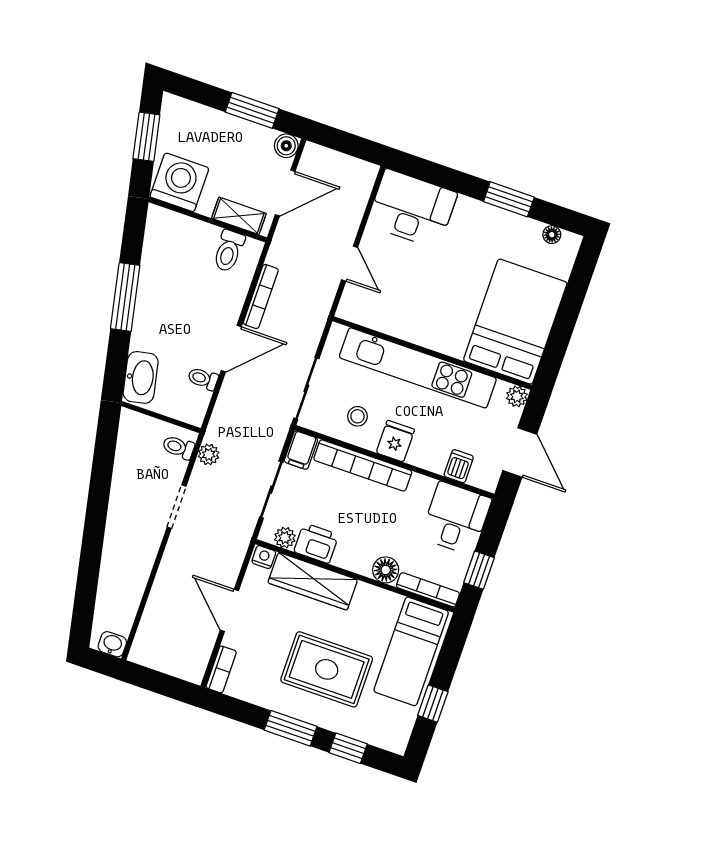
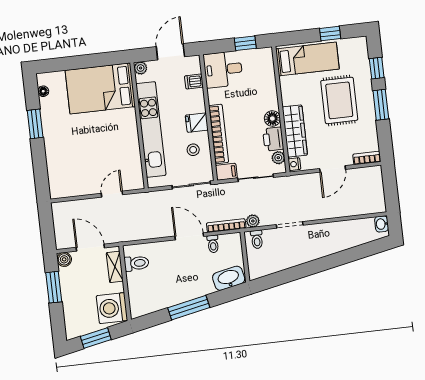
desk: (412, 209) -> (66, 174), removed
bookcase: (261, 296) -> (226, 226), moved
floor lamp: (386, 570) -> (272, 119), moved
bookcase: (428, 590) -> (269, 66), removed

